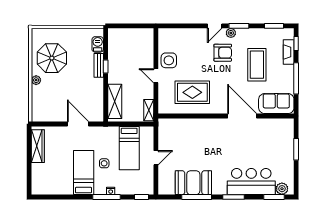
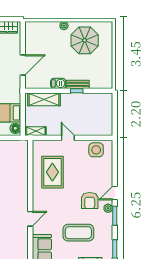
door: (215, 26) -> (115, 193), hinge flipped
barbecue: (98, 44) -> (58, 83), moved
side table: (169, 60) -> (96, 150), moved
door: (156, 76) -> (68, 138), hinge flipped
door: (242, 116) -> (30, 219), width x0.53
floor lamp: (146, 132) -> (15, 128), added

